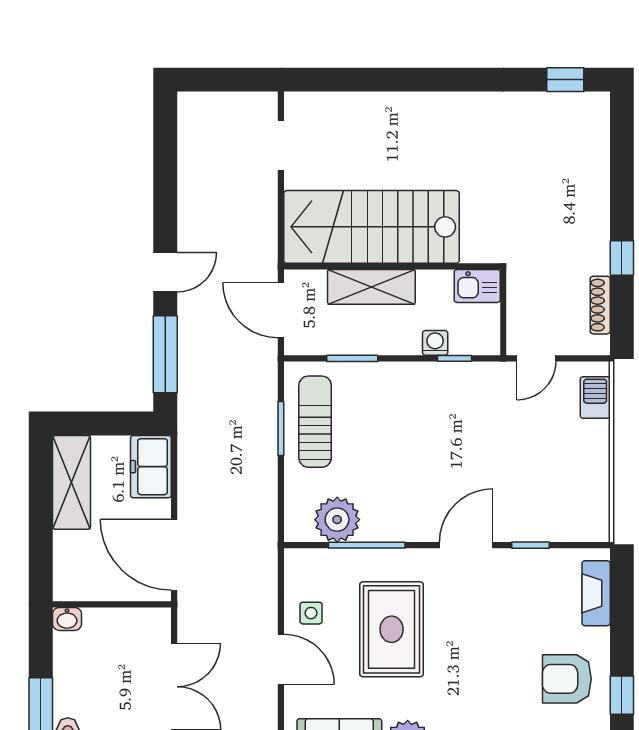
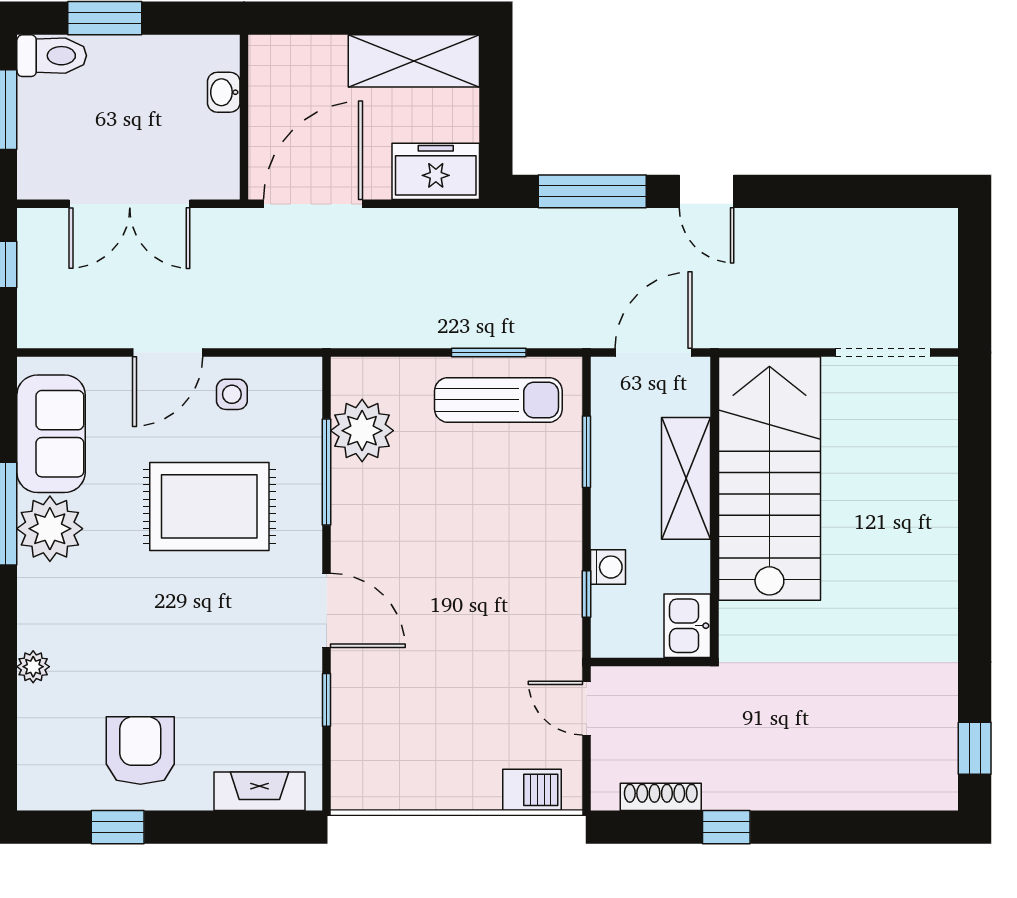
doorway: (281, 145) -> (883, 352), width x1.38
washbasin: (67, 619) -> (224, 92), moved

